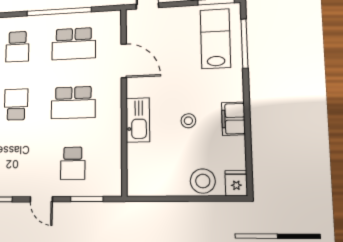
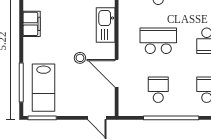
school desk: (74, 44) -> (158, 90), width x0.54
stool: (188, 121) -> (80, 58), moved

